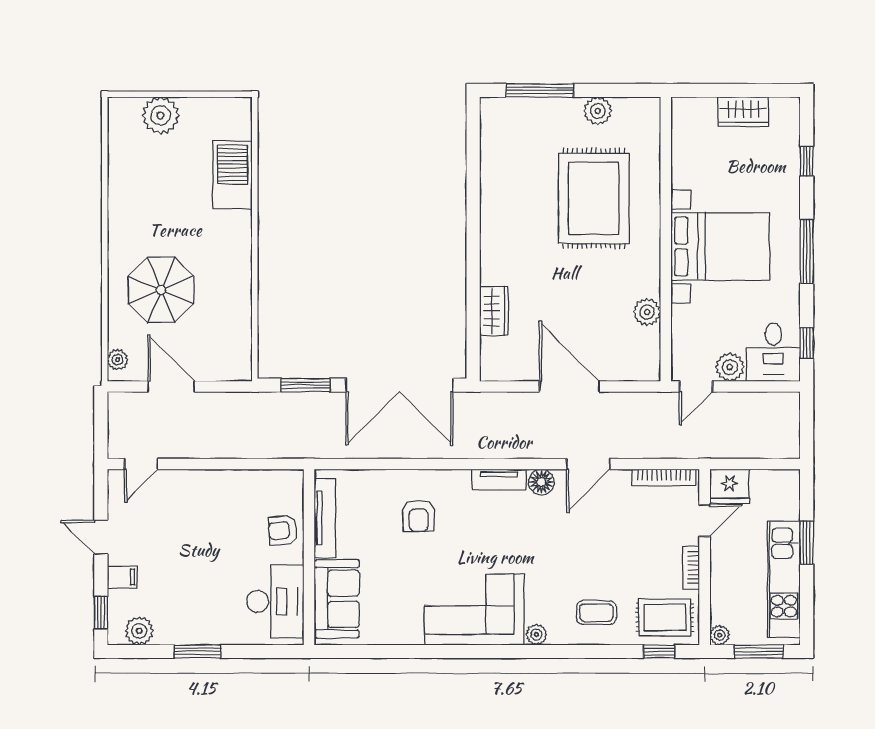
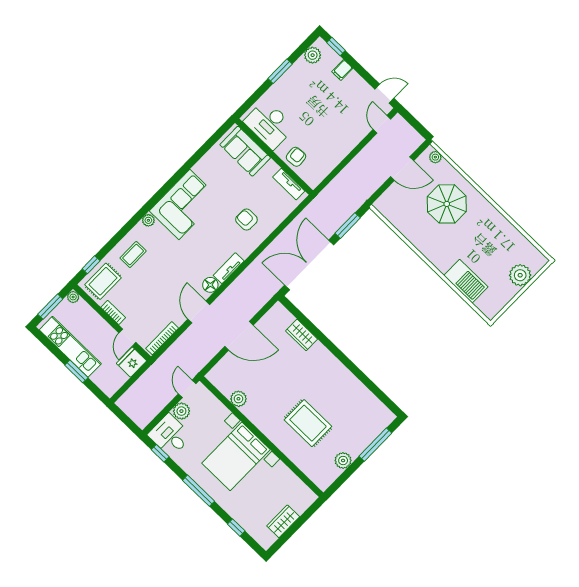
rug: (594, 198) -> (308, 423), width x0.73, depth x0.69
tv unit: (325, 518) -> (289, 184), width x0.71
door: (101, 537) -> (384, 94), moved

